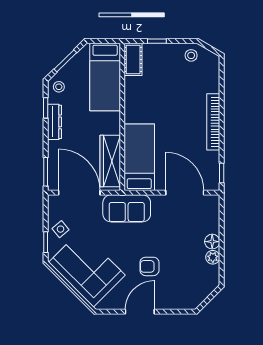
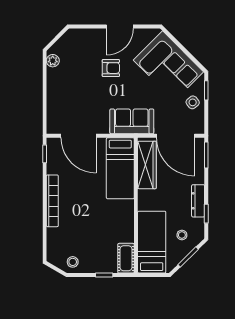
stool: (59, 87) -> (182, 235), moved
floor lamp: (212, 242) -> (53, 91), removed
plant: (213, 257) -> (53, 61), moved

